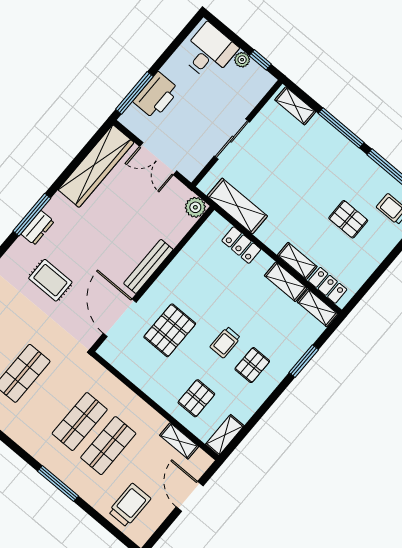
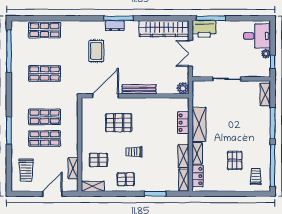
printer: (156, 95) -> (204, 29), moved
shelving: (237, 206) -> (199, 124), moved
pallet: (252, 365) -> (126, 179), moved
trolley: (130, 505) -> (26, 170), turned 90

